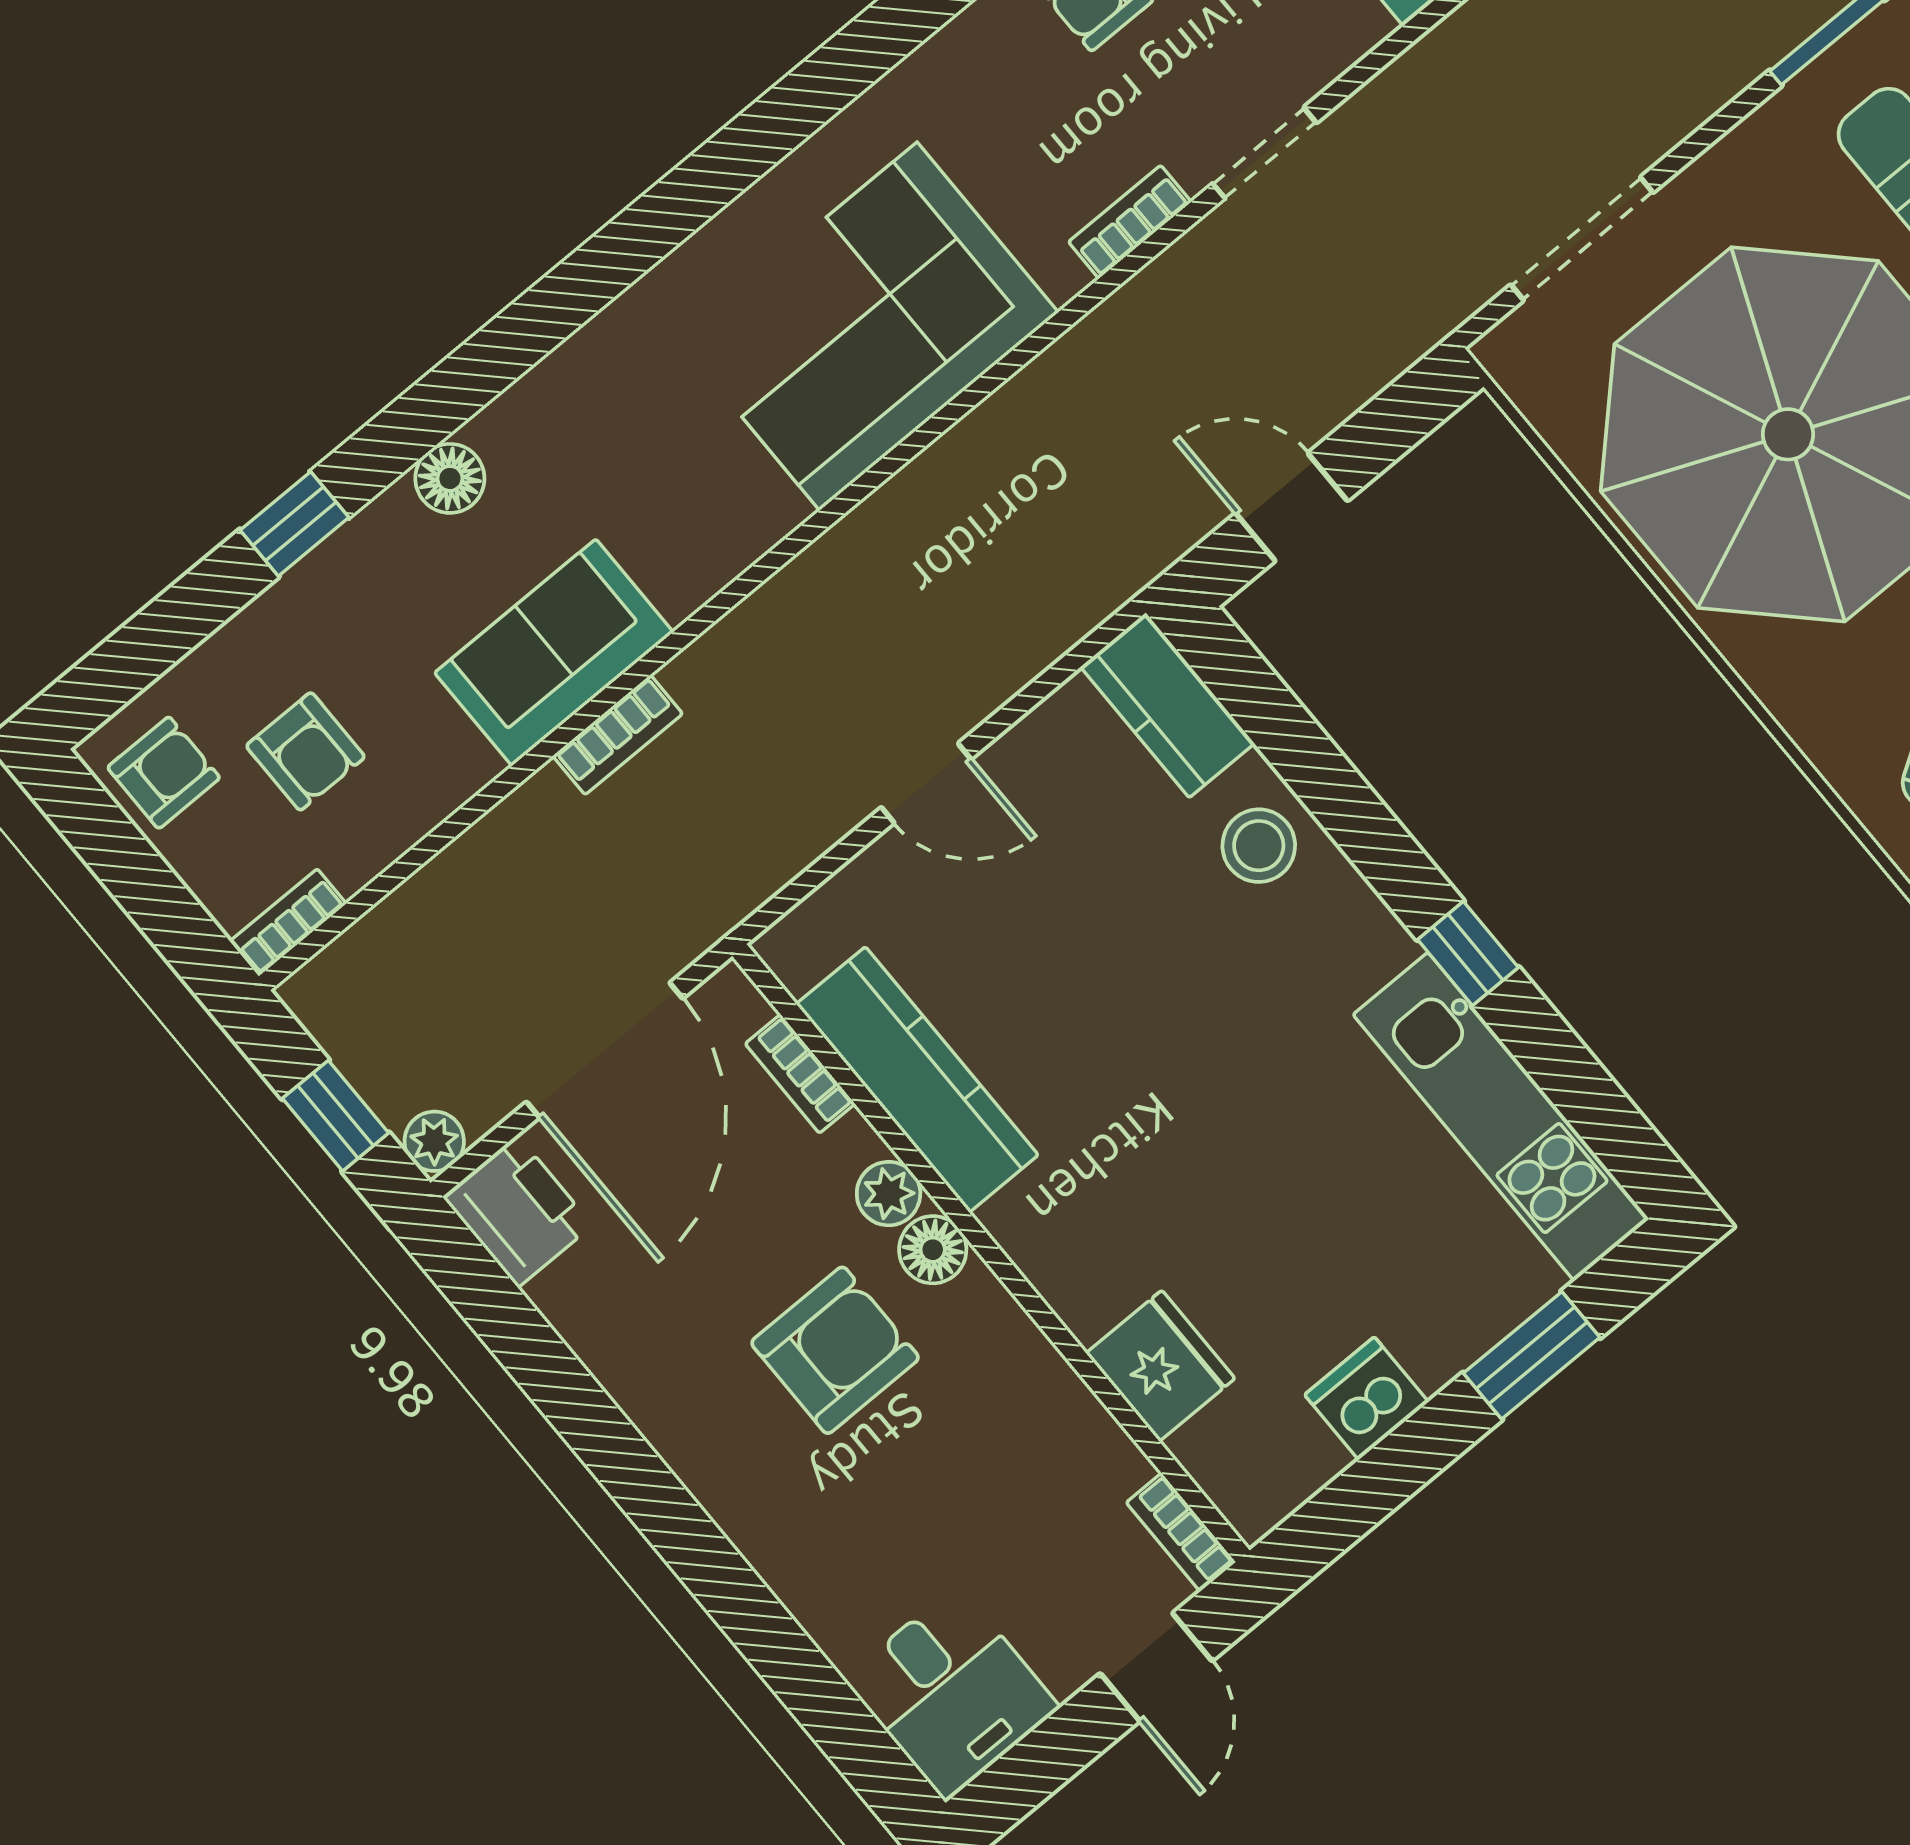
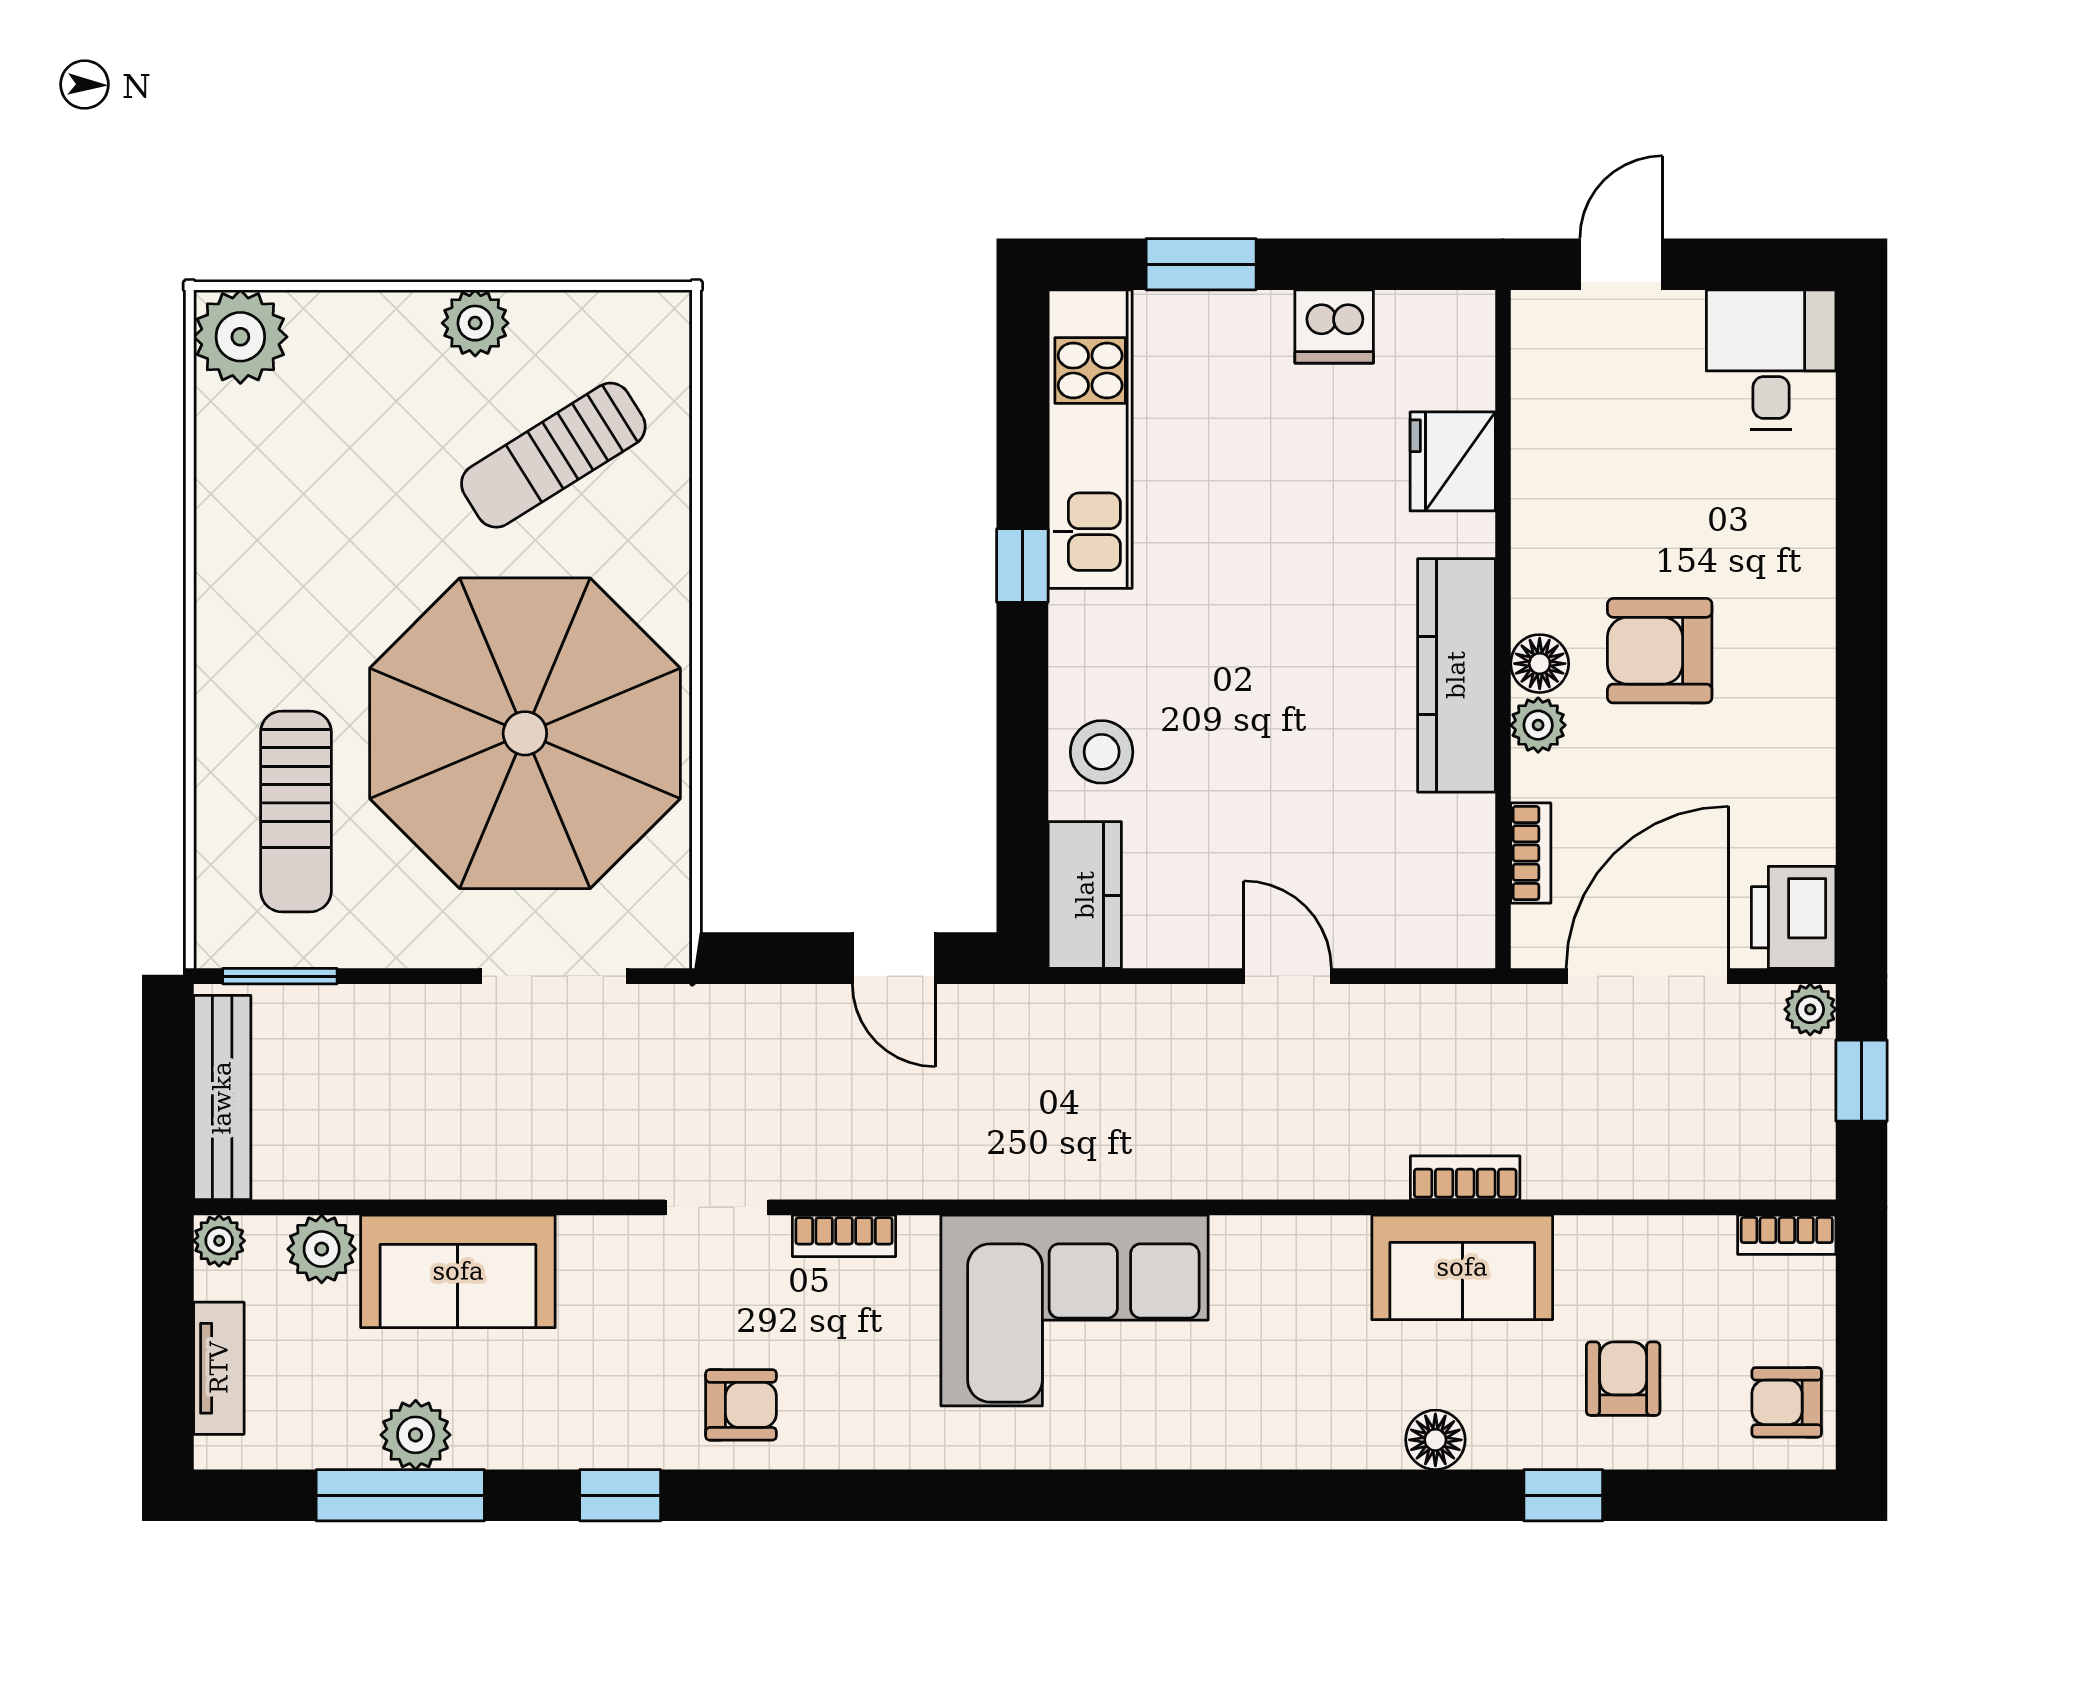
armchair: (305, 751) -> (1623, 1379), moved
kitchen counter: (917, 1080) -> (1456, 675), moved
bookcase: (1181, 1532) -> (1531, 340), removed

